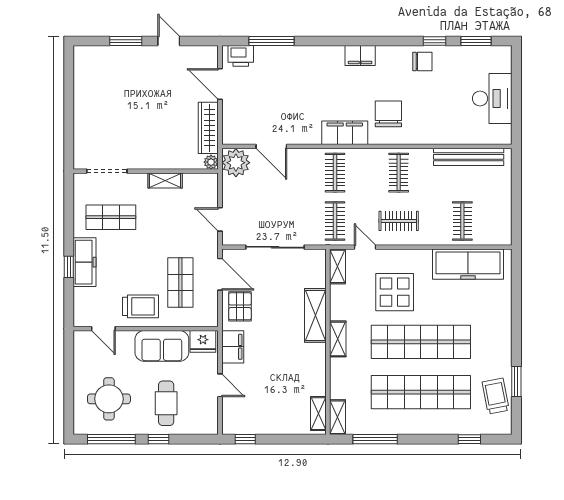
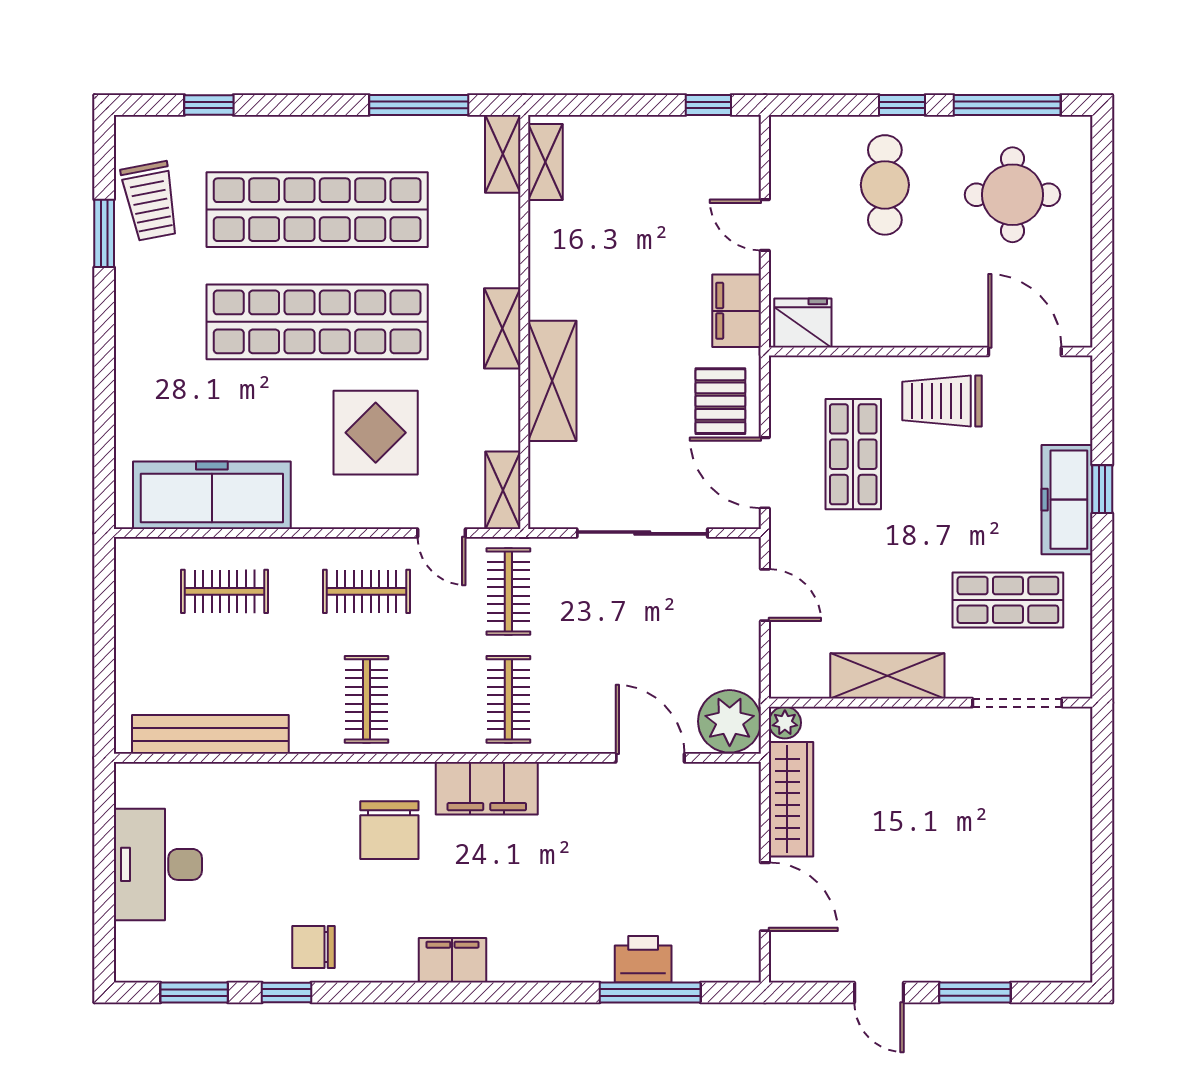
printer: (241, 56) -> (643, 959), moved
shelving: (165, 181) -> (887, 676), width x1.50, depth x1.33
clothes rail: (462, 221) -> (225, 591), turned 90
door: (103, 329) -> (1025, 352), width x1.38
sofa: (162, 346) -> (894, 313), removed

